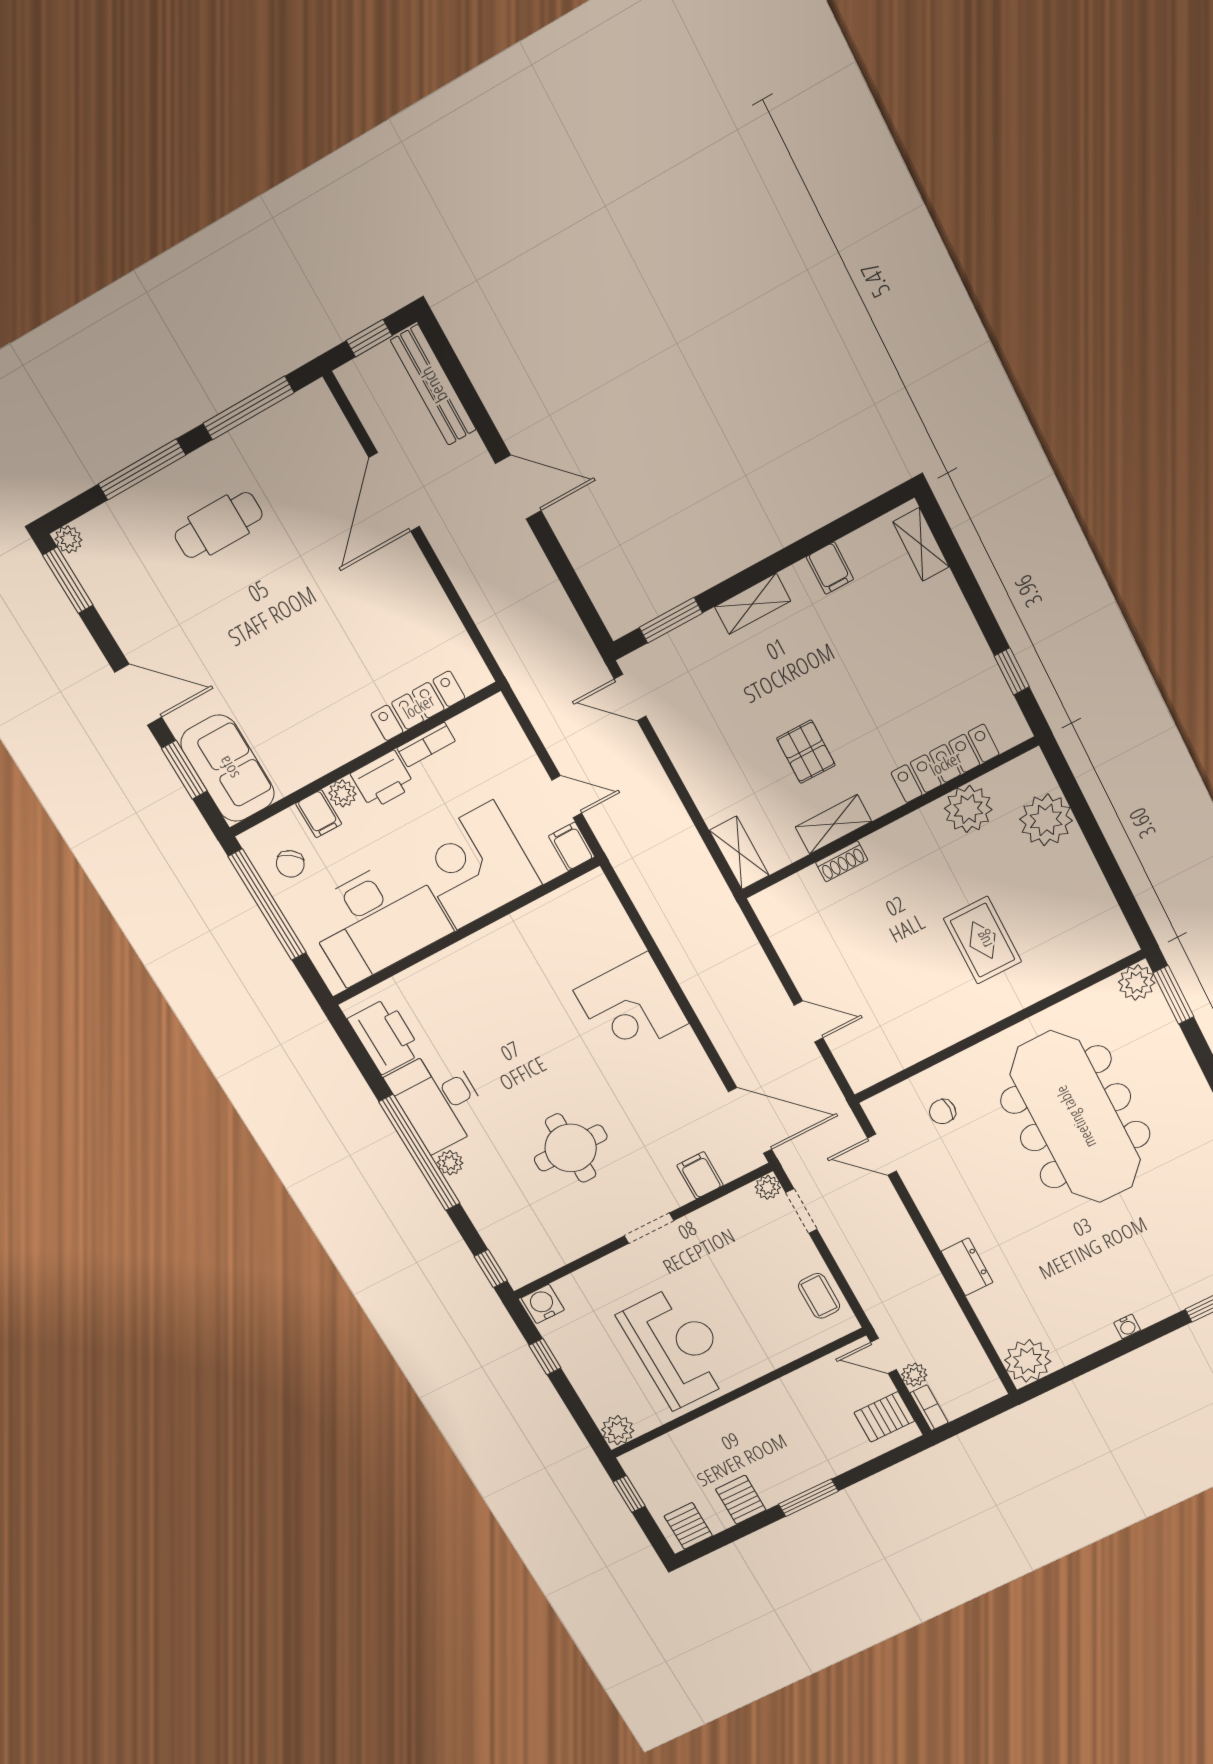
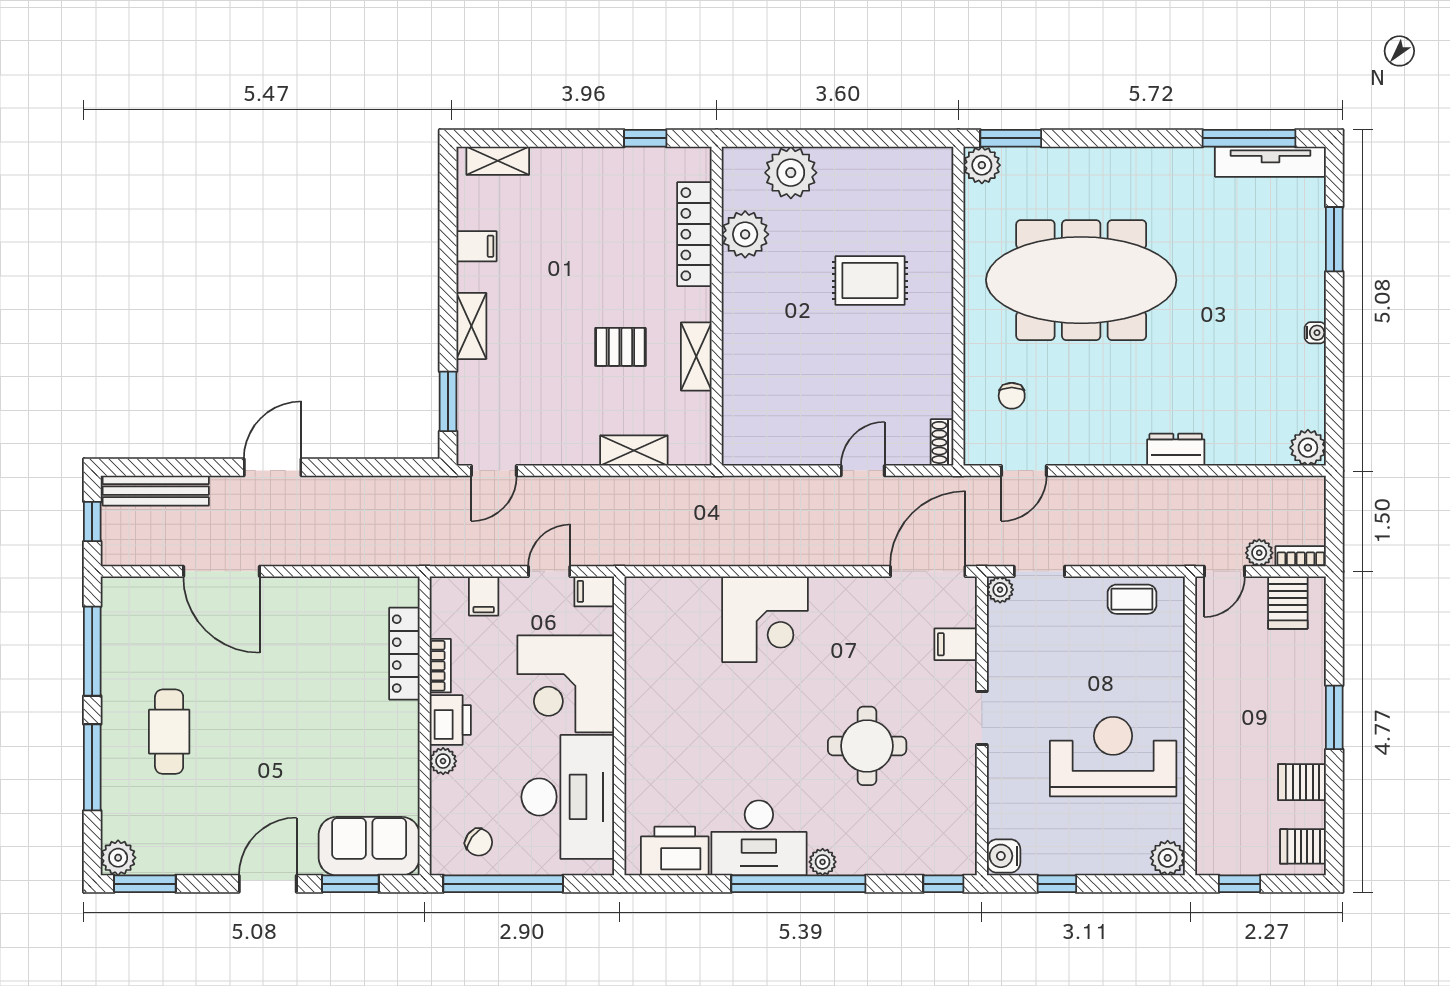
plant: (68, 539) -> (118, 858), width x1.38, depth x1.38
filing cabinet: (319, 814) -> (484, 596), moved, turned 90
shelving: (739, 853) -> (634, 450), moved
shoe rack: (842, 861) -> (942, 442), moved, turned 180
plant: (1028, 1361) -> (1308, 448), width x0.73, depth x0.73

